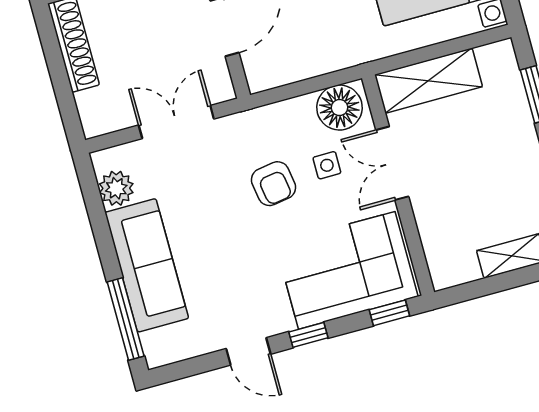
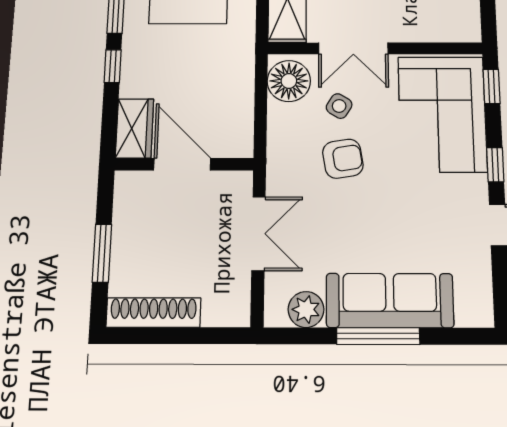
double door: (176, 122) -> (259, 234), swing flipped
side table: (327, 165) -> (339, 106), turned 32
window: (126, 319) -> (378, 336), moved

